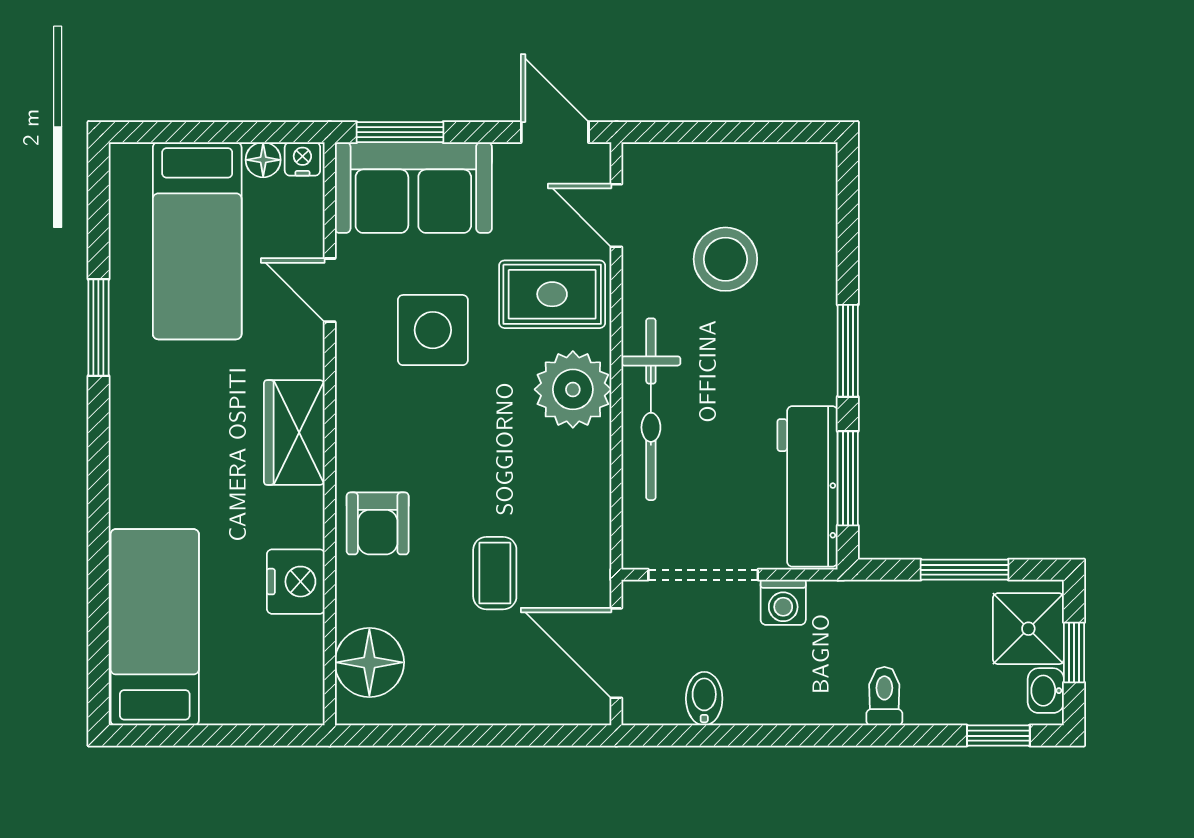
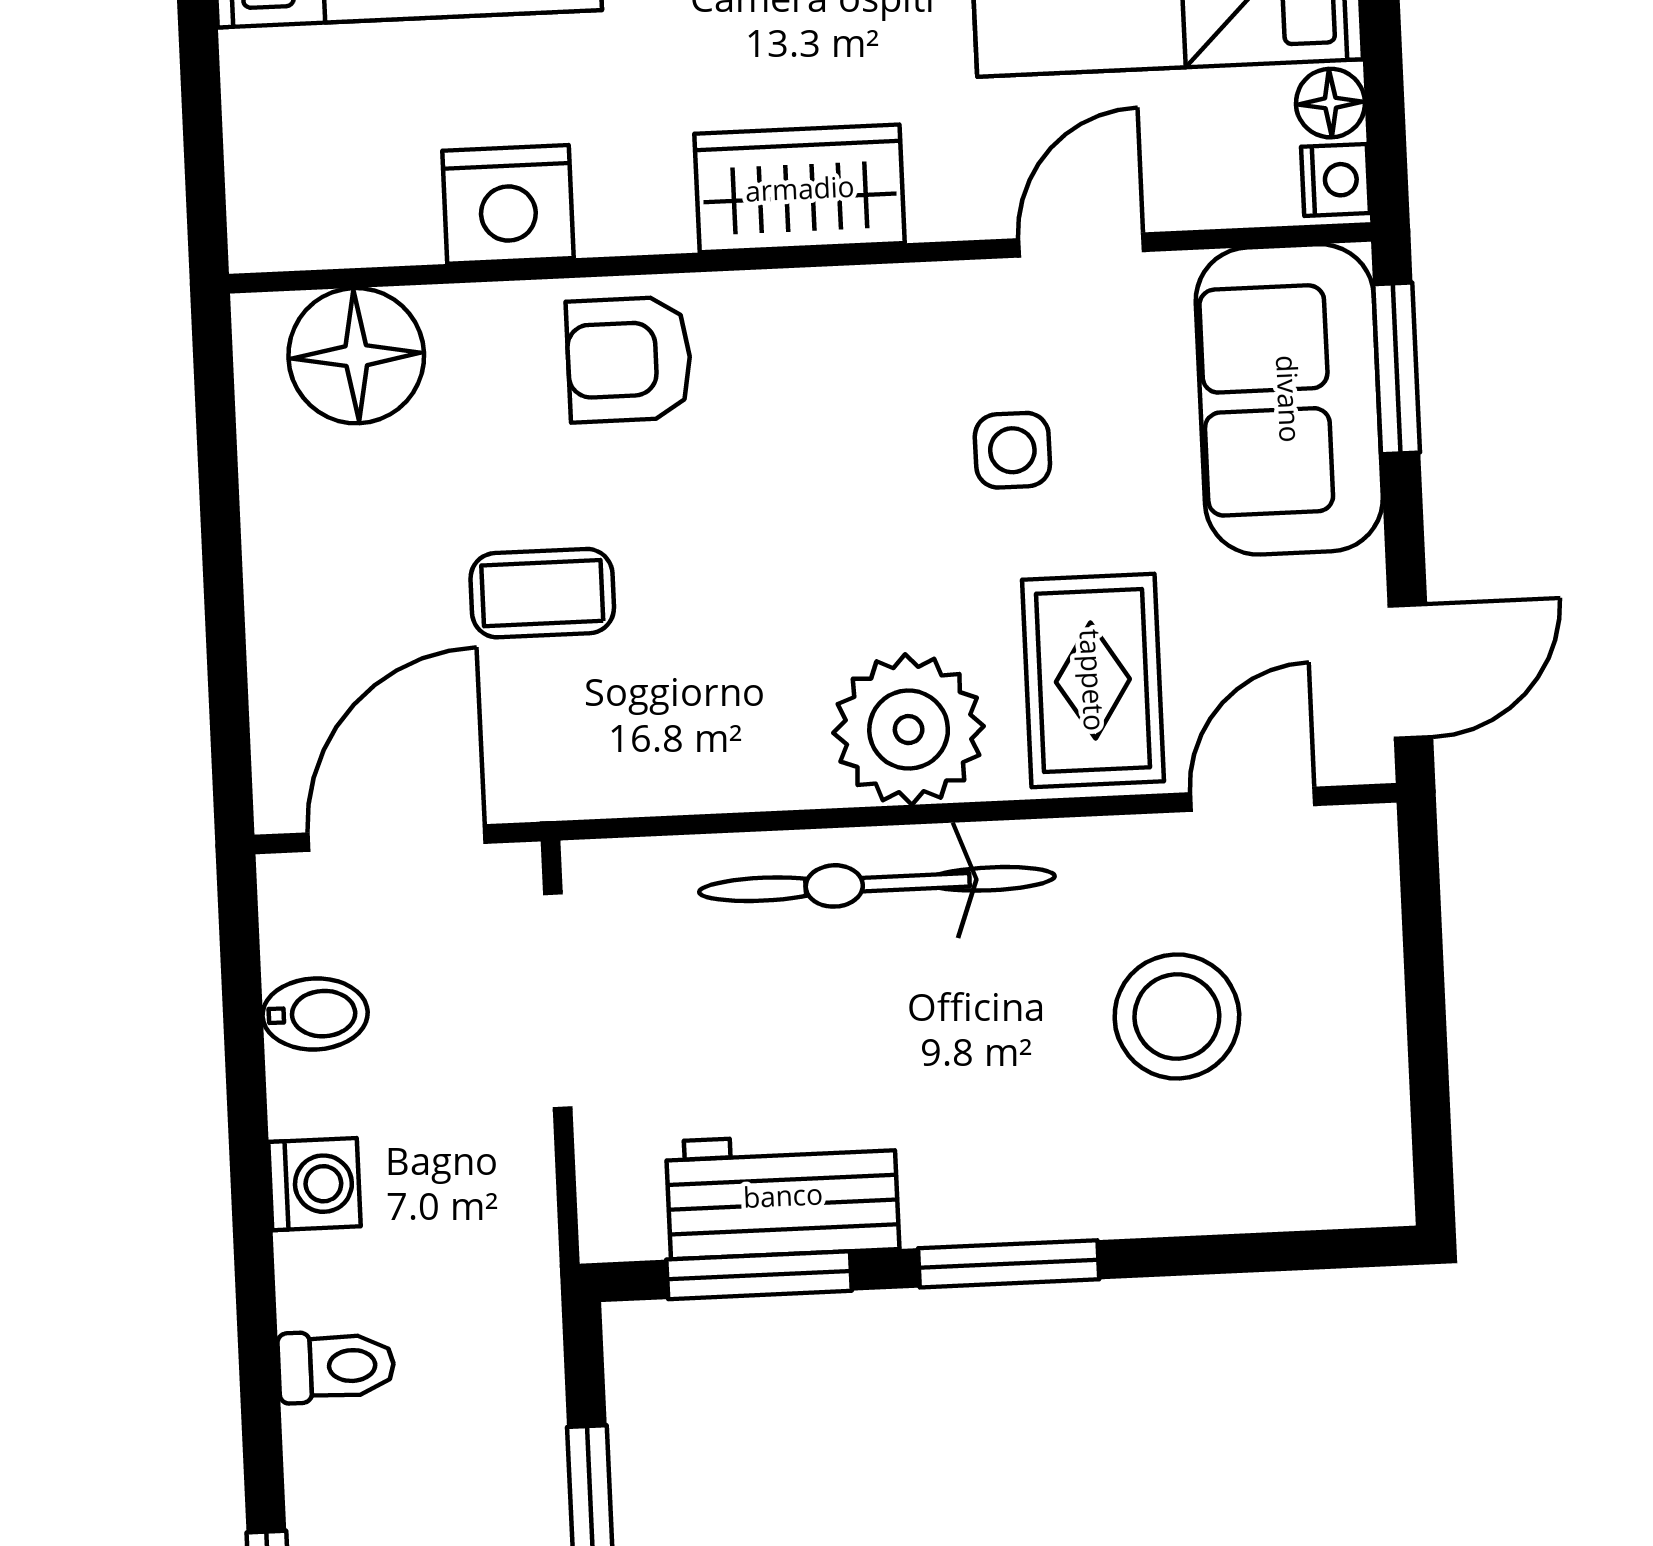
side table: (433, 330) -> (1012, 450), width x0.54, depth x0.54
workbench: (808, 486) -> (783, 1195), width x0.73
washing machine: (783, 602) -> (315, 1184), moved, turned 180

